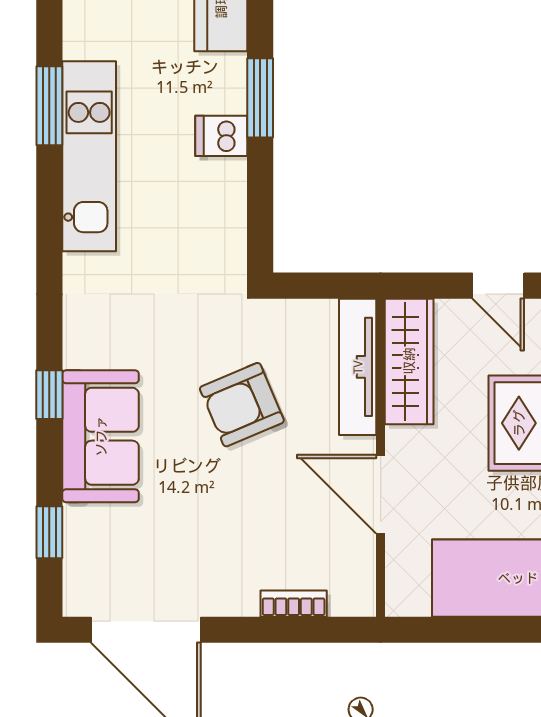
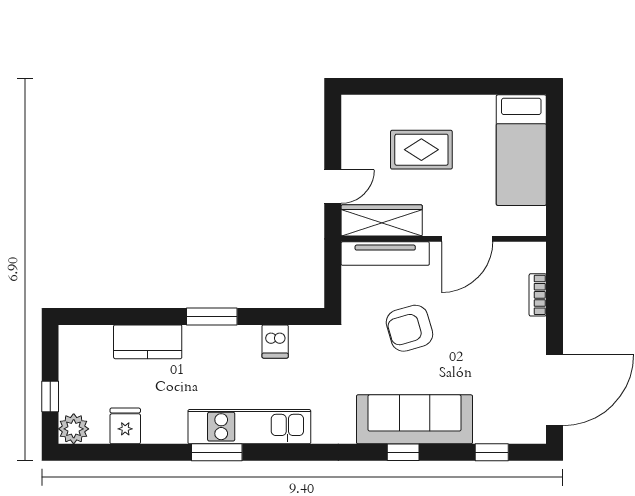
dishwasher: (221, 136) -> (275, 342), moved
door: (498, 286) -> (333, 186), moved
armchair: (242, 405) -> (409, 328), turned 97
sofa: (101, 436) -> (414, 419), width x1.36

